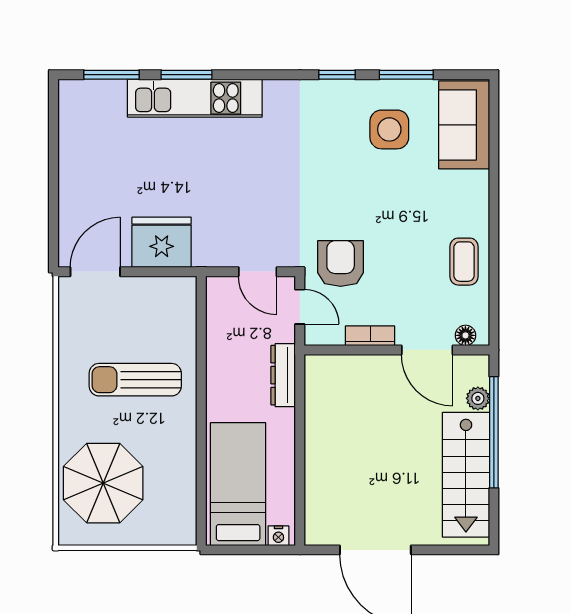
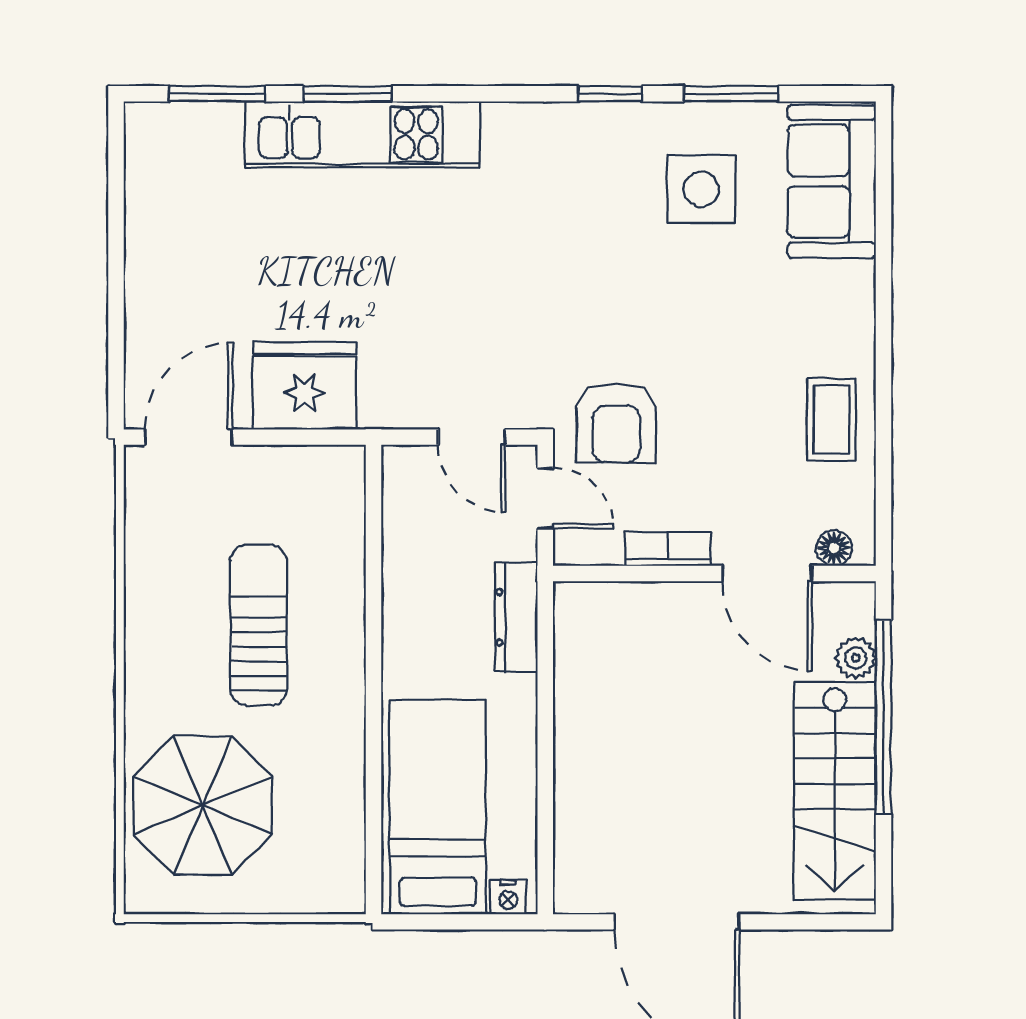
armchair: (341, 264) -> (616, 423), turned 180
sun lounger: (135, 380) -> (259, 625), turned 90

